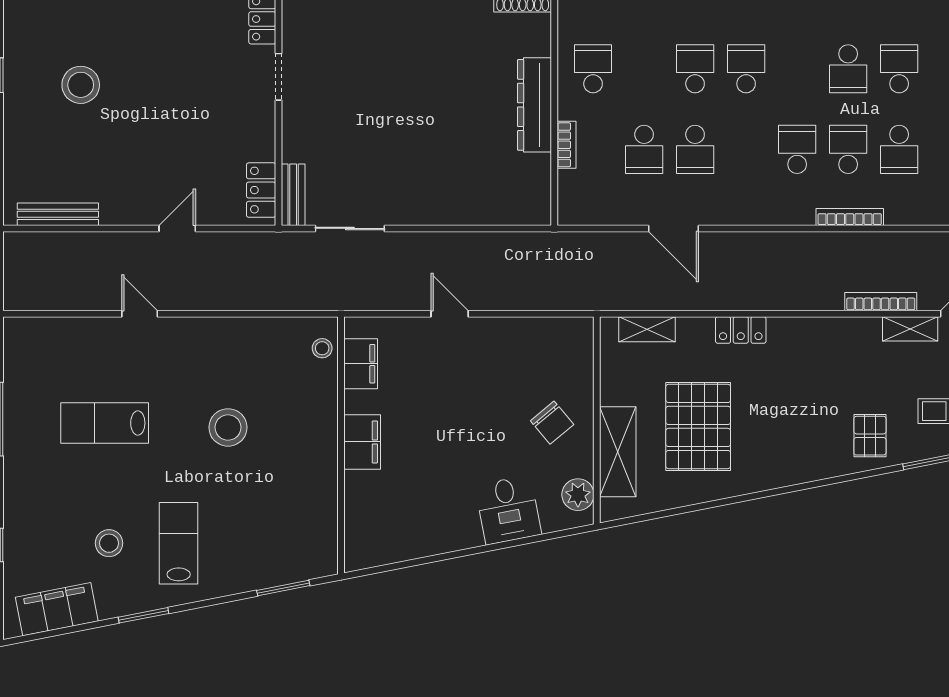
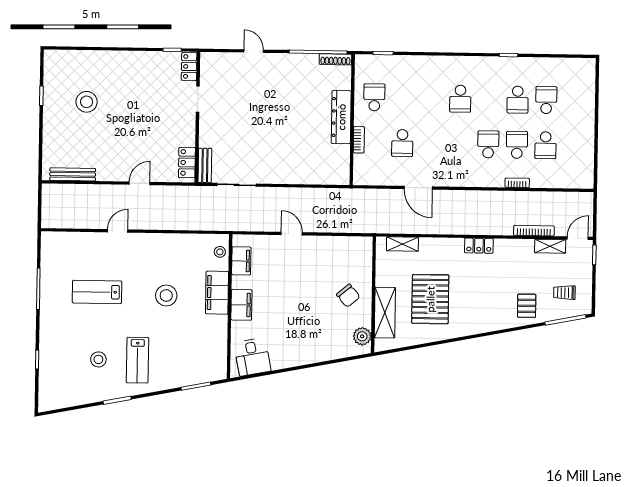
school desk: (695, 69) -> (432, 98), removed
school desk: (746, 69) -> (460, 99), turned 180
school desk: (695, 149) -> (431, 143), removed
bookcase: (850, 217) -> (517, 183), width x0.64
door: (140, 314) -> (118, 231), hinge flipped
locker: (741, 330) -> (479, 246), moved
desk: (508, 510) -> (252, 357), moved
lab bench: (179, 543) -> (137, 360), turned 180
filing cabinet: (57, 609) -> (217, 293), moved, turned -79

